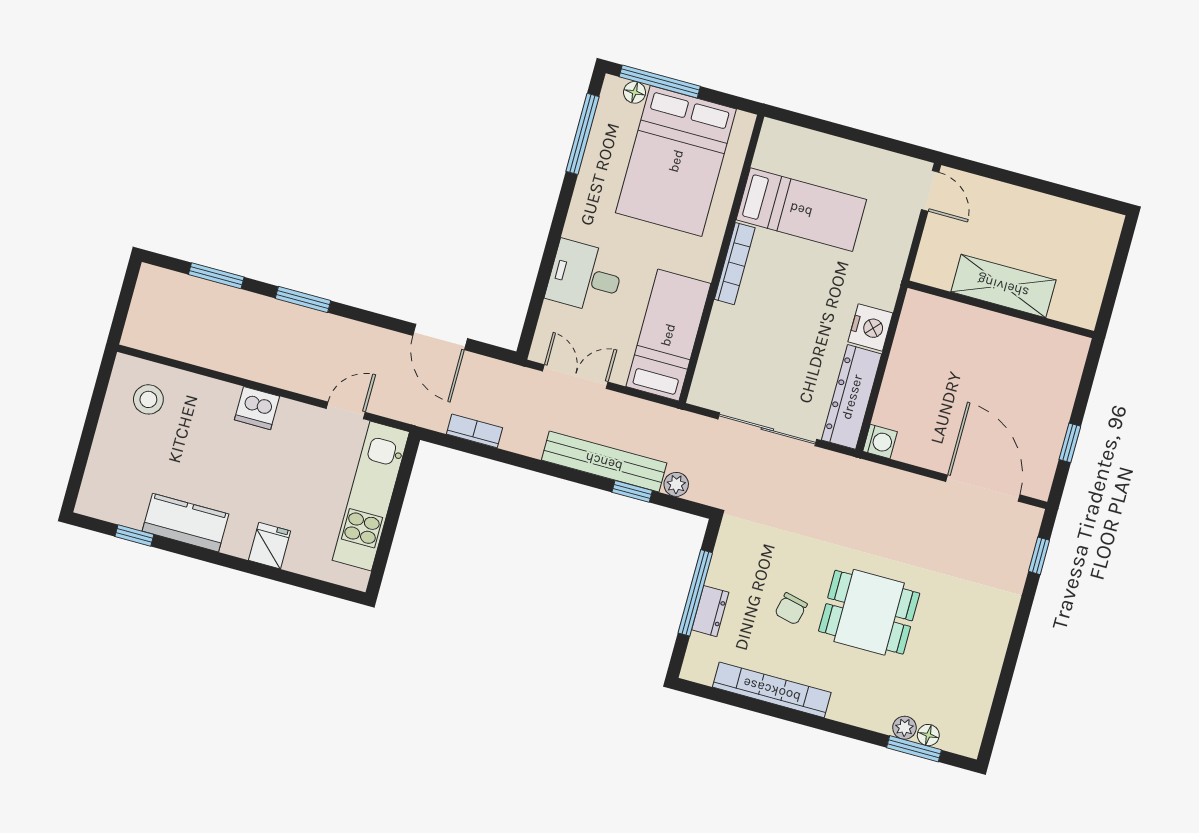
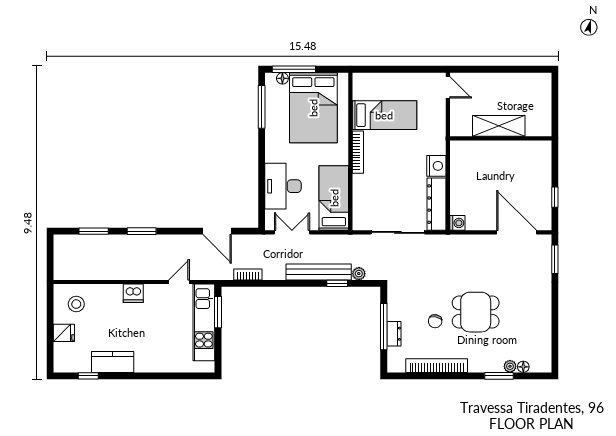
desk: (585, 277) -> (283, 186), width x1.37
window: (402, 484) -> (218, 312), added
fridge: (270, 546) -> (64, 333), moved, turned 90
window: (1039, 556) -> (555, 259), width x1.50
window: (914, 749) -> (499, 376), moved

